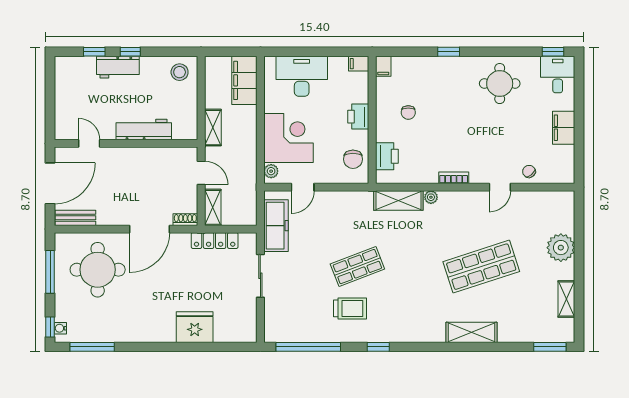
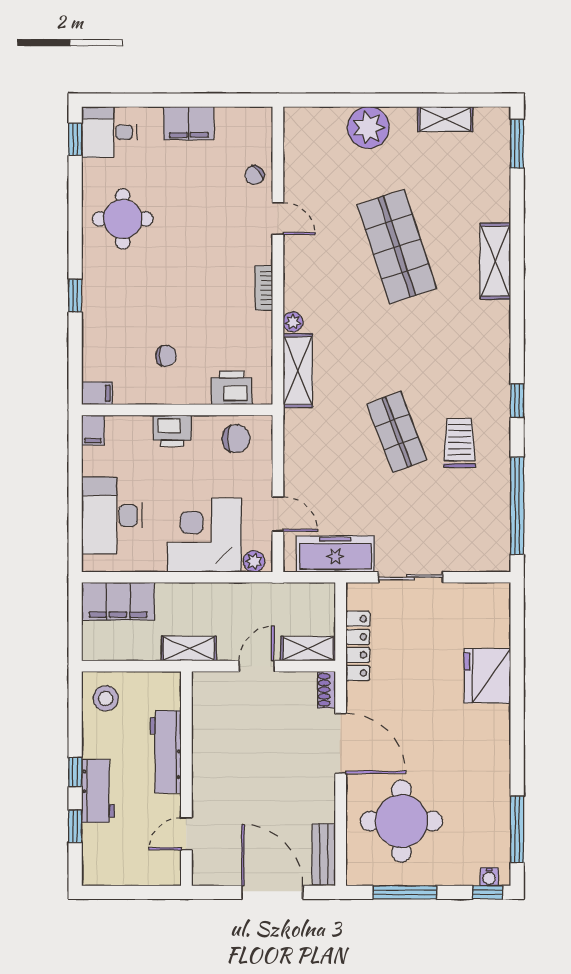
workbench: (144, 130) -> (166, 752), moved
door: (89, 143) -> (186, 834), moved
wall: (126, 143) -> (186, 779), moved

